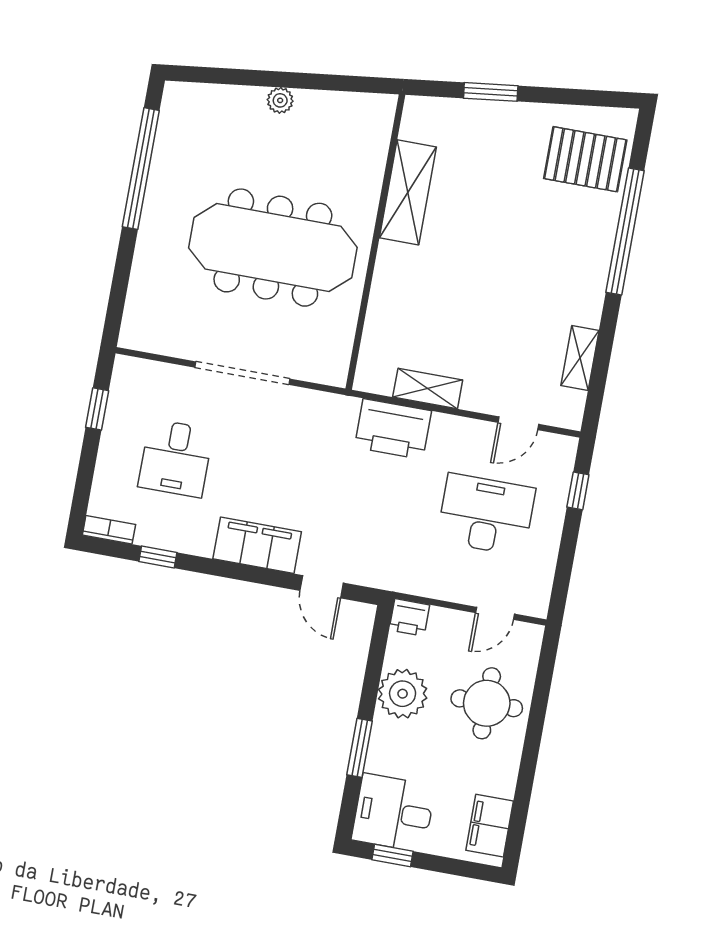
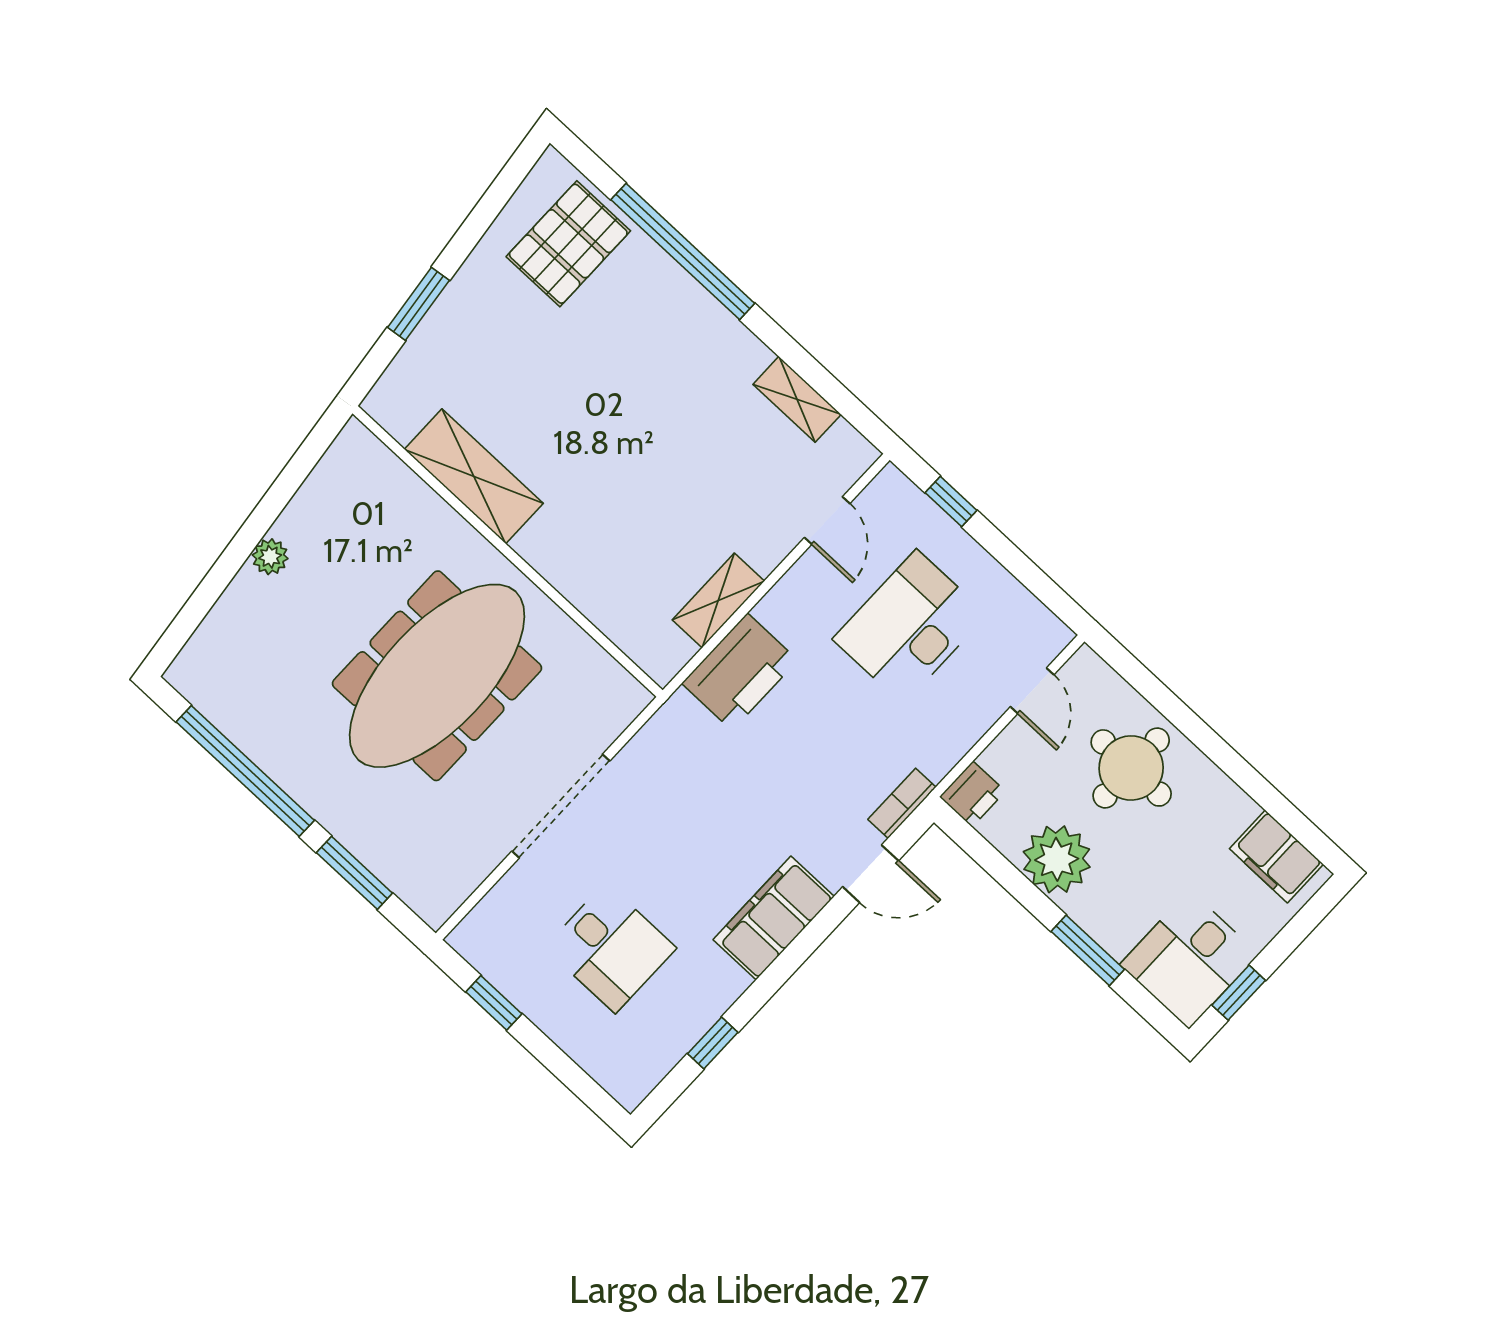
window: (122, 274) -> (354, 873), added
bookcase: (109, 530) -> (902, 803), moved

